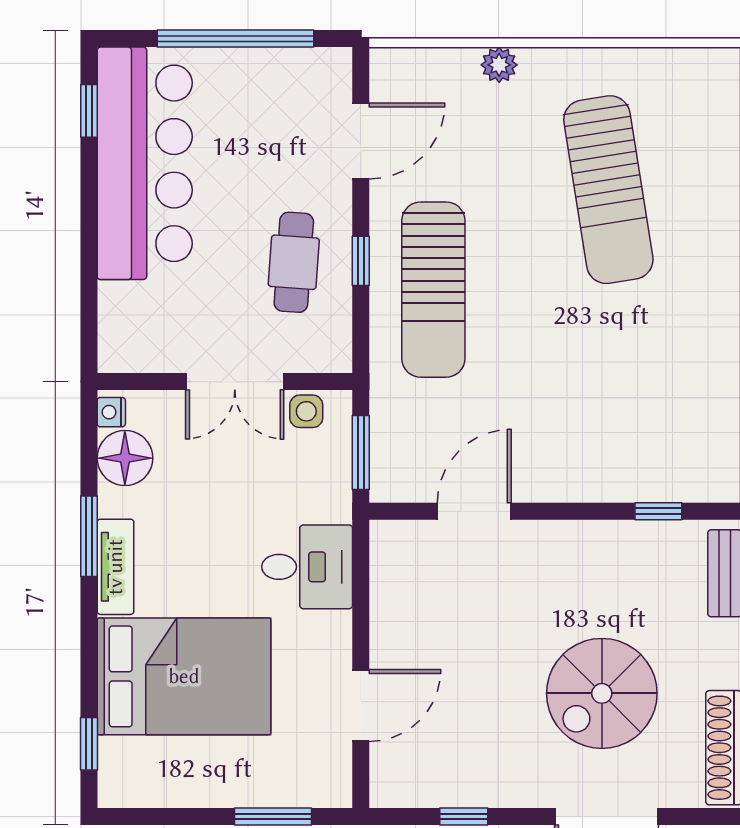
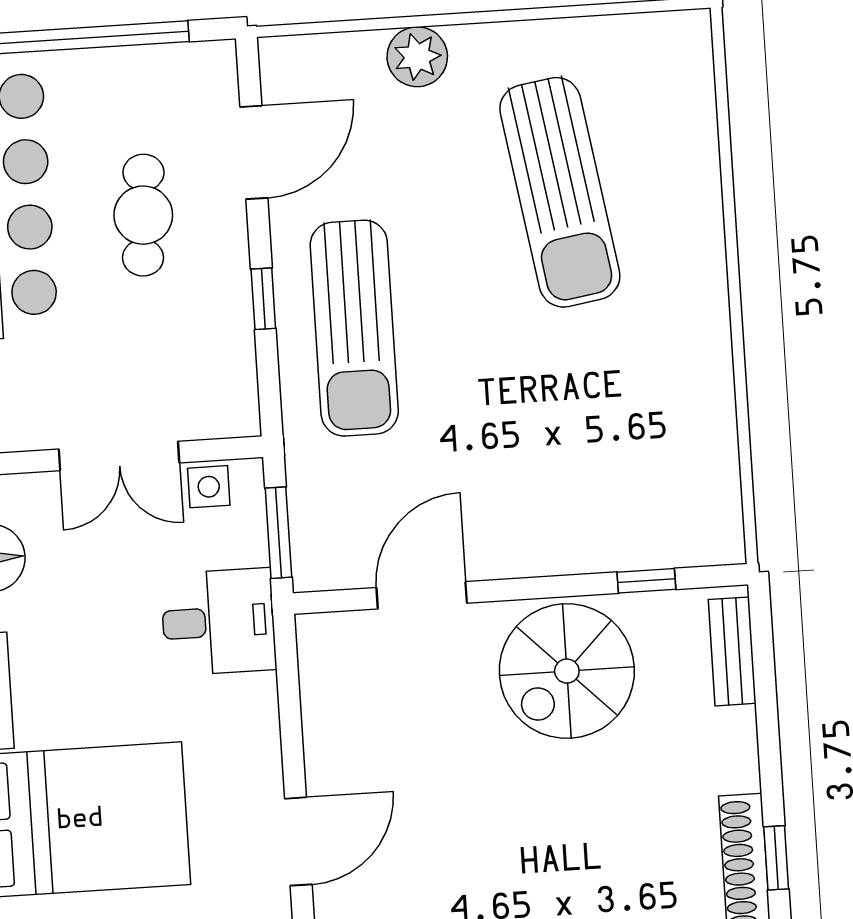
plant: (499, 65) -> (417, 57), width x1.38, depth x1.38
cafe table: (294, 262) -> (143, 215), moved
desk: (307, 567) -> (218, 622), moved
spiral stairs: (602, 693) -> (567, 671), moved

